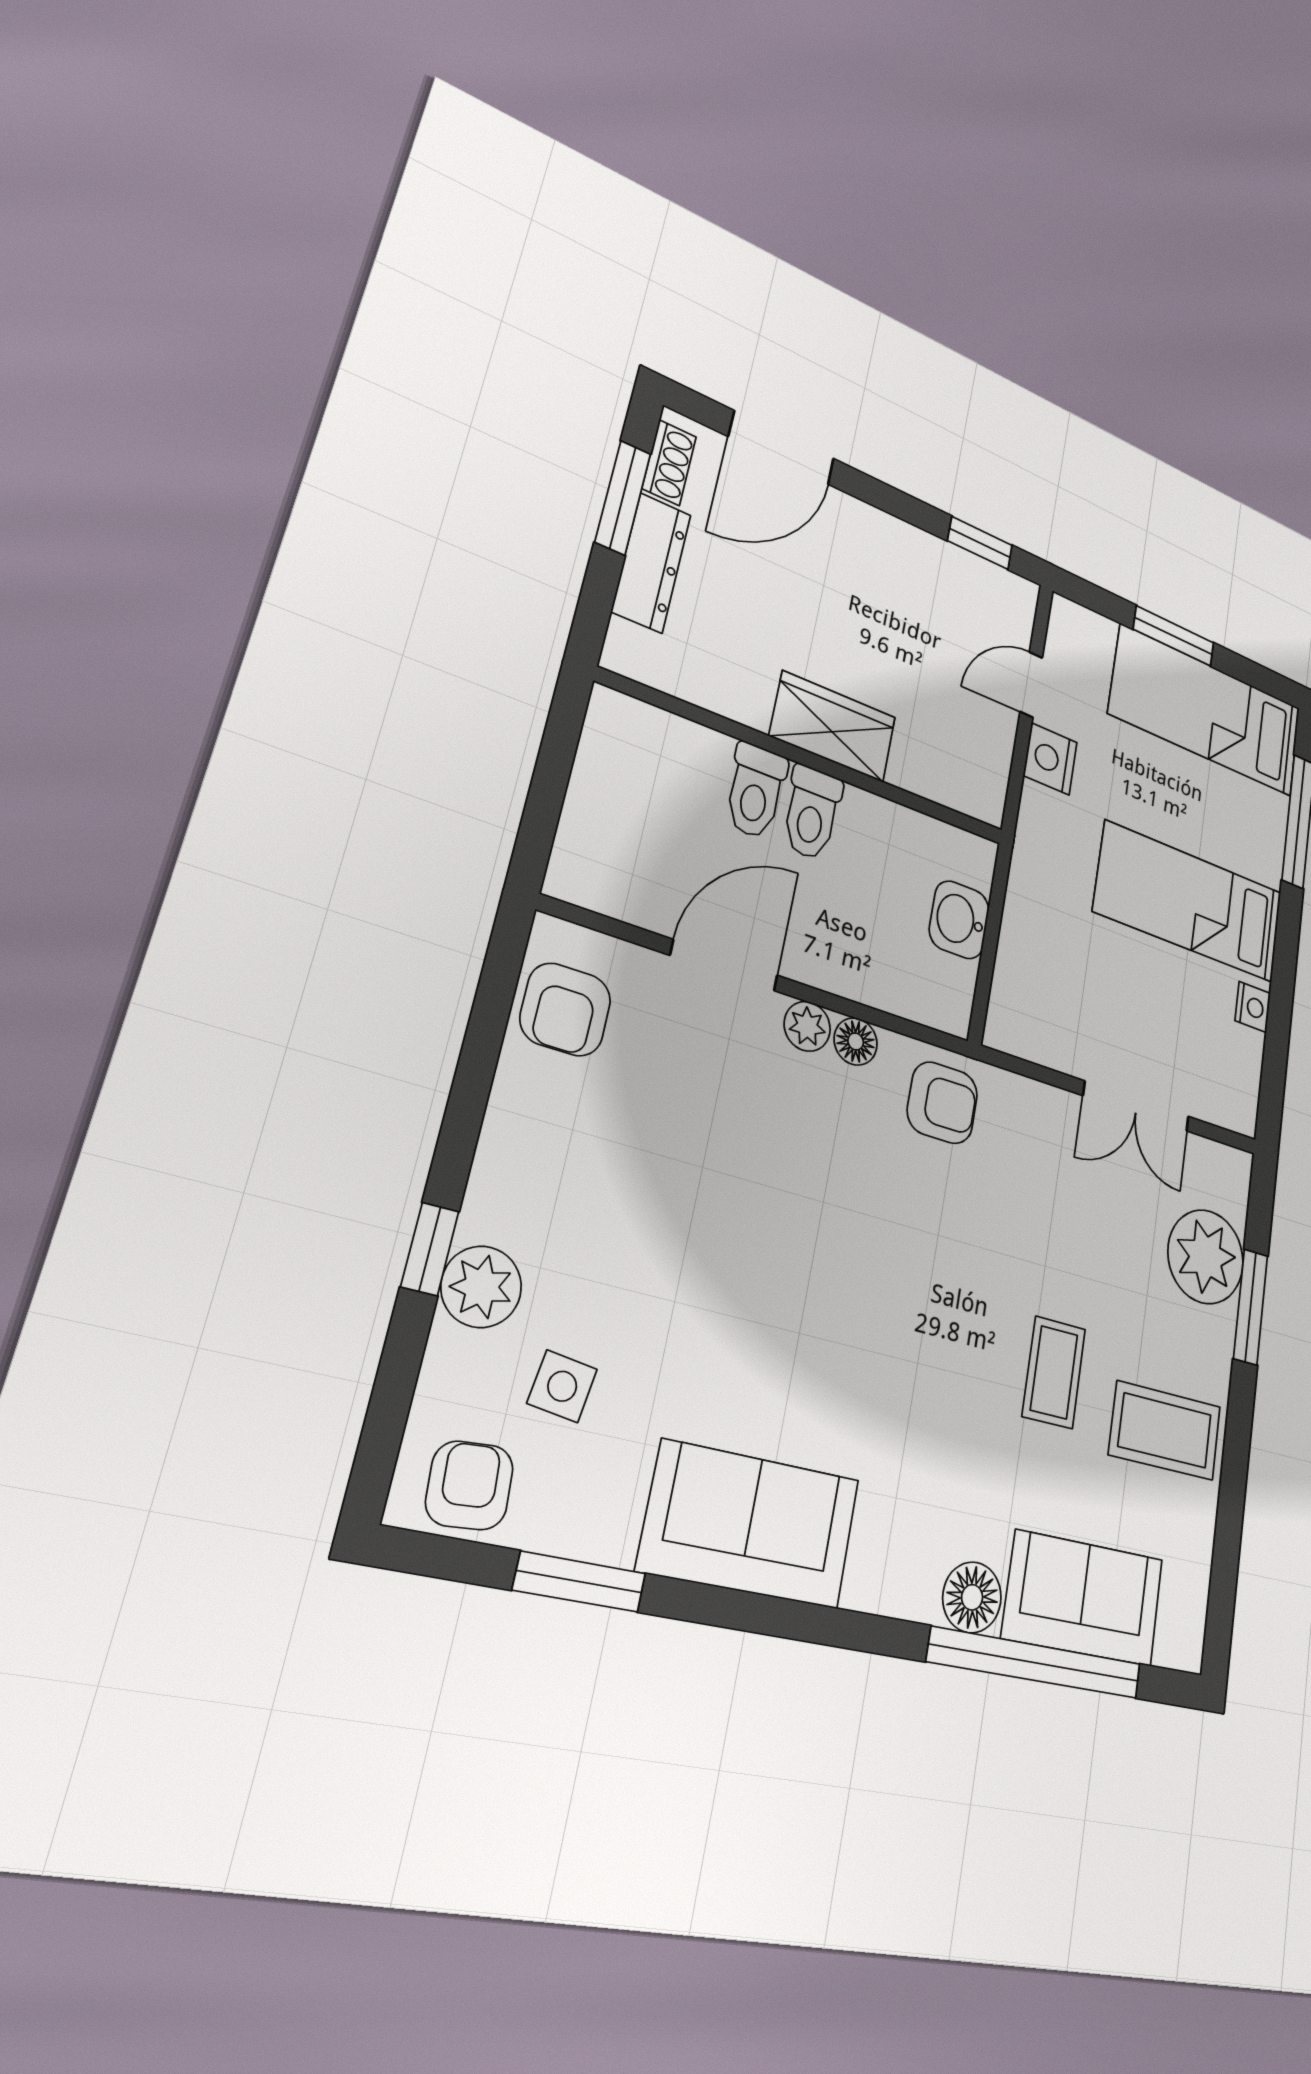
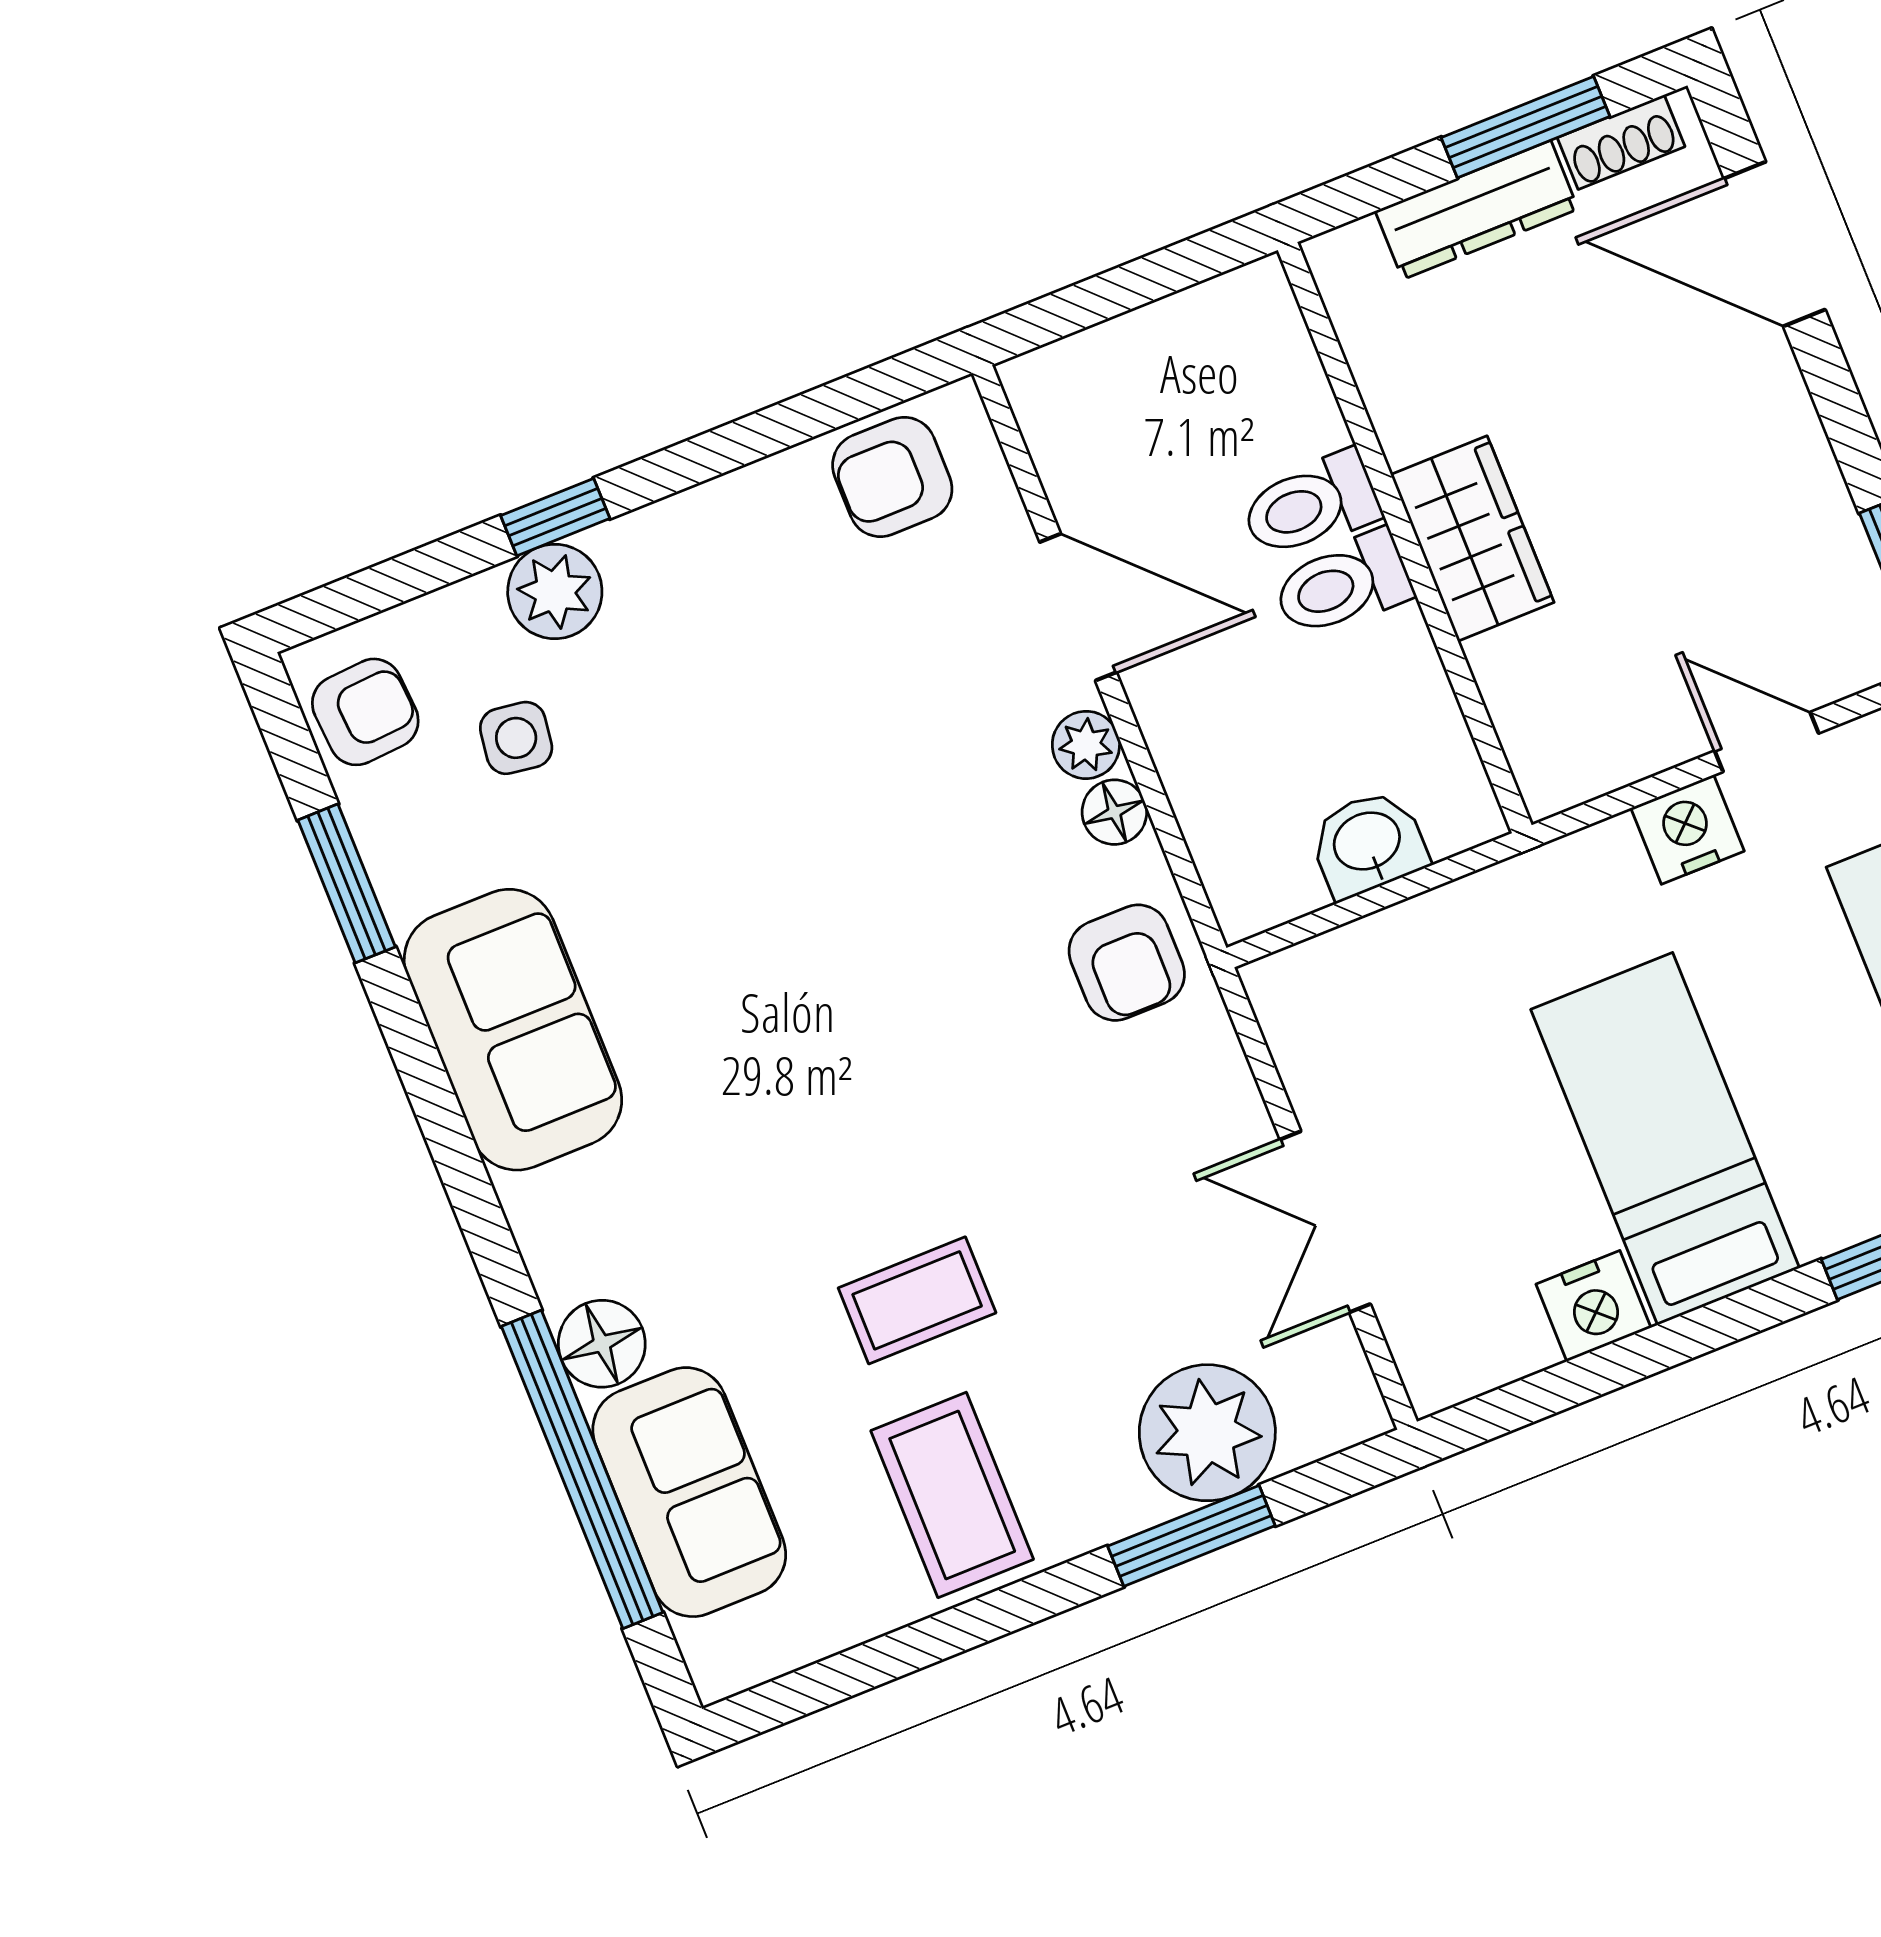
nightstand: (1253, 1007) -> (1593, 1306), width x1.39, depth x1.35

